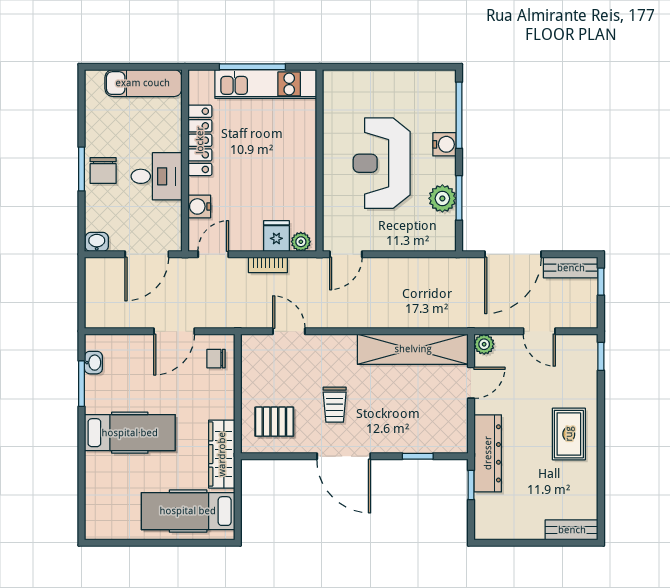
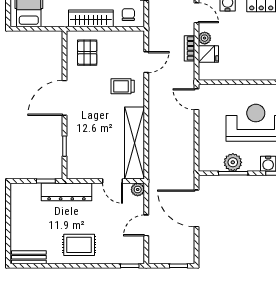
plant: (301, 242) -> (205, 38), moved
bench: (571, 268) -> (188, 246), removed
trolley: (335, 405) -> (123, 86), moved
wardrobe: (222, 454) -> (91, 18), moved
bench: (572, 530) -> (29, 257), moved, turned 90

